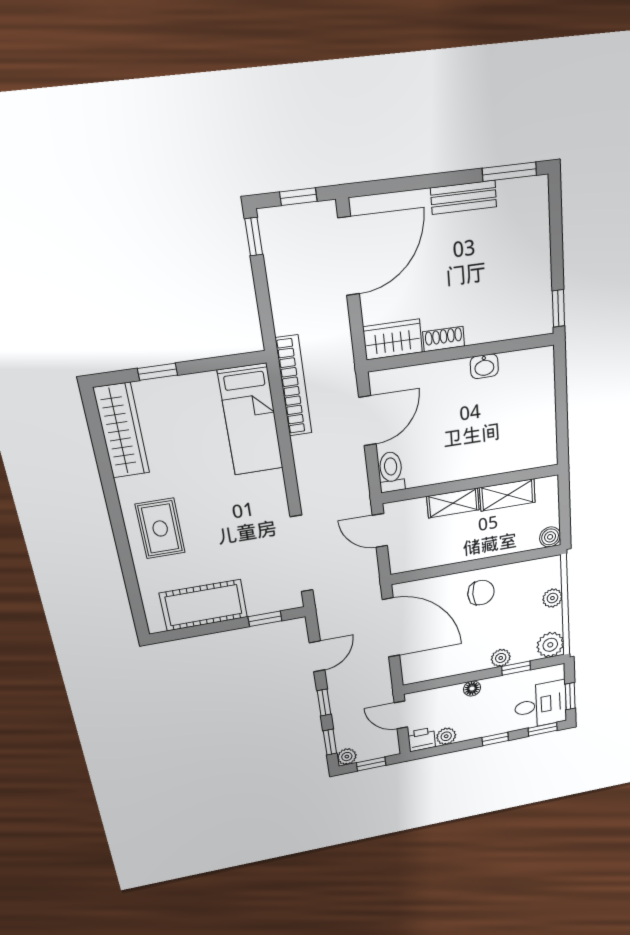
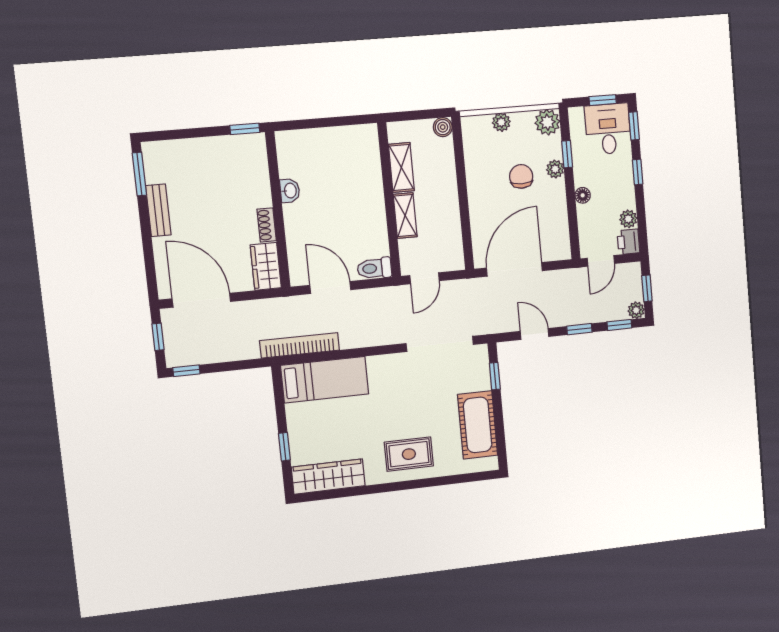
chair: (481, 593) -> (521, 176), moved

